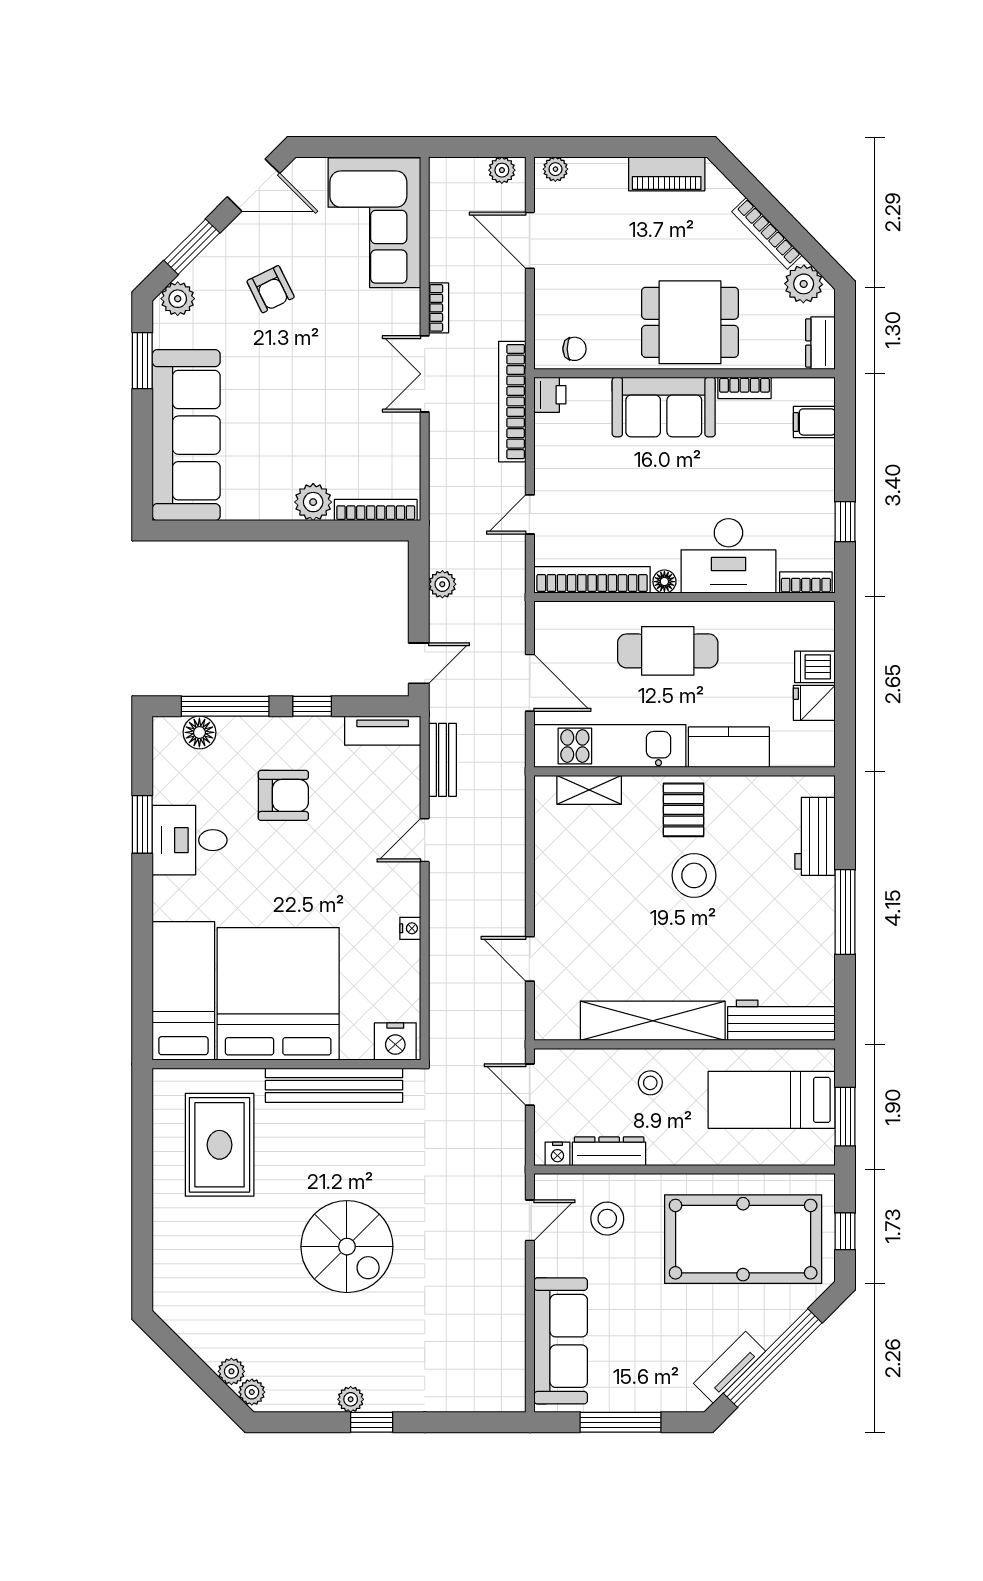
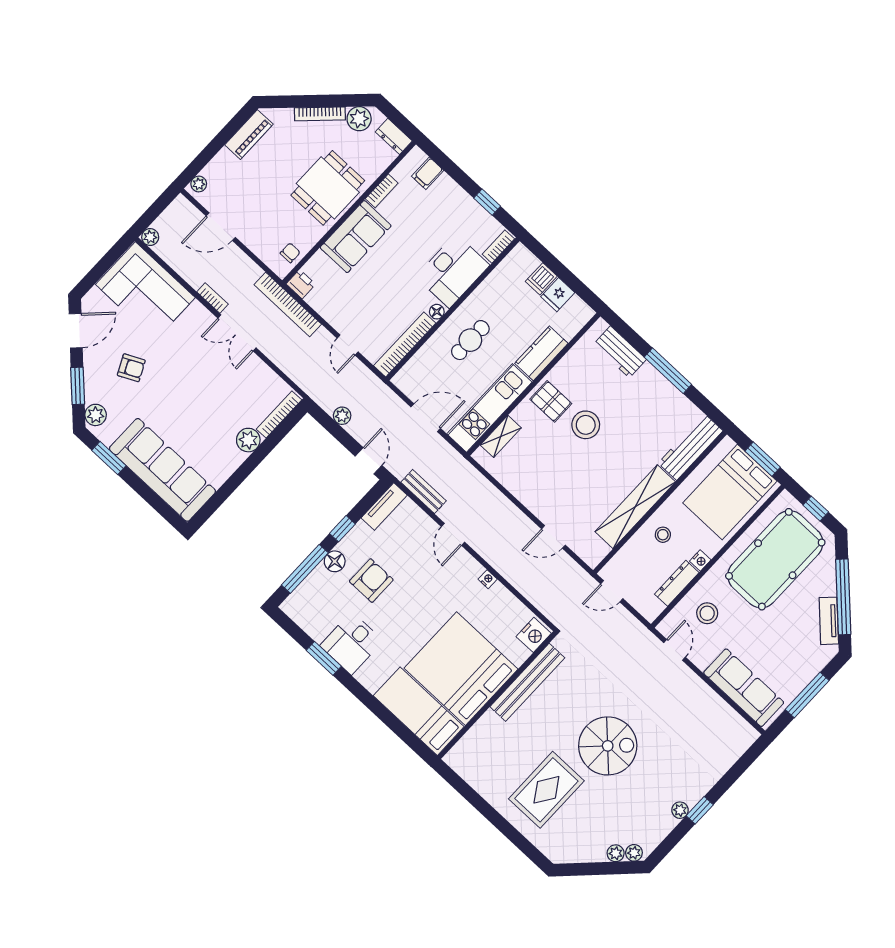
plant: (502, 170) -> (150, 237), moved
cafe table: (668, 651) -> (470, 340), width x0.73, depth x0.74
floor lamp: (199, 732) -> (335, 561), moved
bed: (772, 1100) -> (730, 492), width x1.50
rug: (220, 1145) -> (546, 790), moved, turned 90
nightstand: (557, 1154) -> (700, 561), moved

